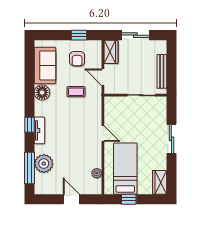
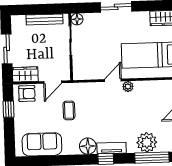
armchair: (77, 59) -> (27, 94), moved
floor lamp: (42, 92) -> (88, 146), moved
floor lamp: (161, 102) -> (77, 19), added
plant: (97, 173) -> (128, 86), moved

